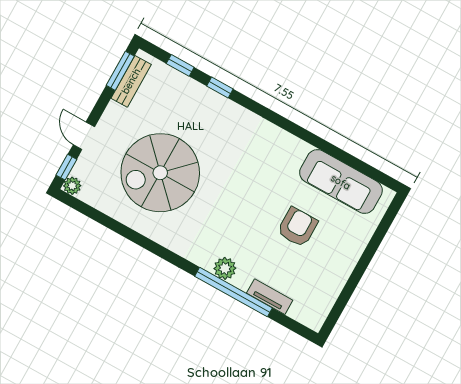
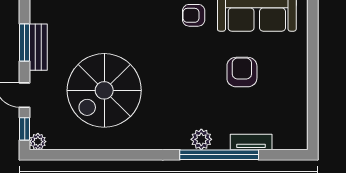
window: (120, 71) -> (25, 42), moved
bench: (131, 81) -> (38, 47), moved
armchair: (282, 149) -> (194, 15), added

